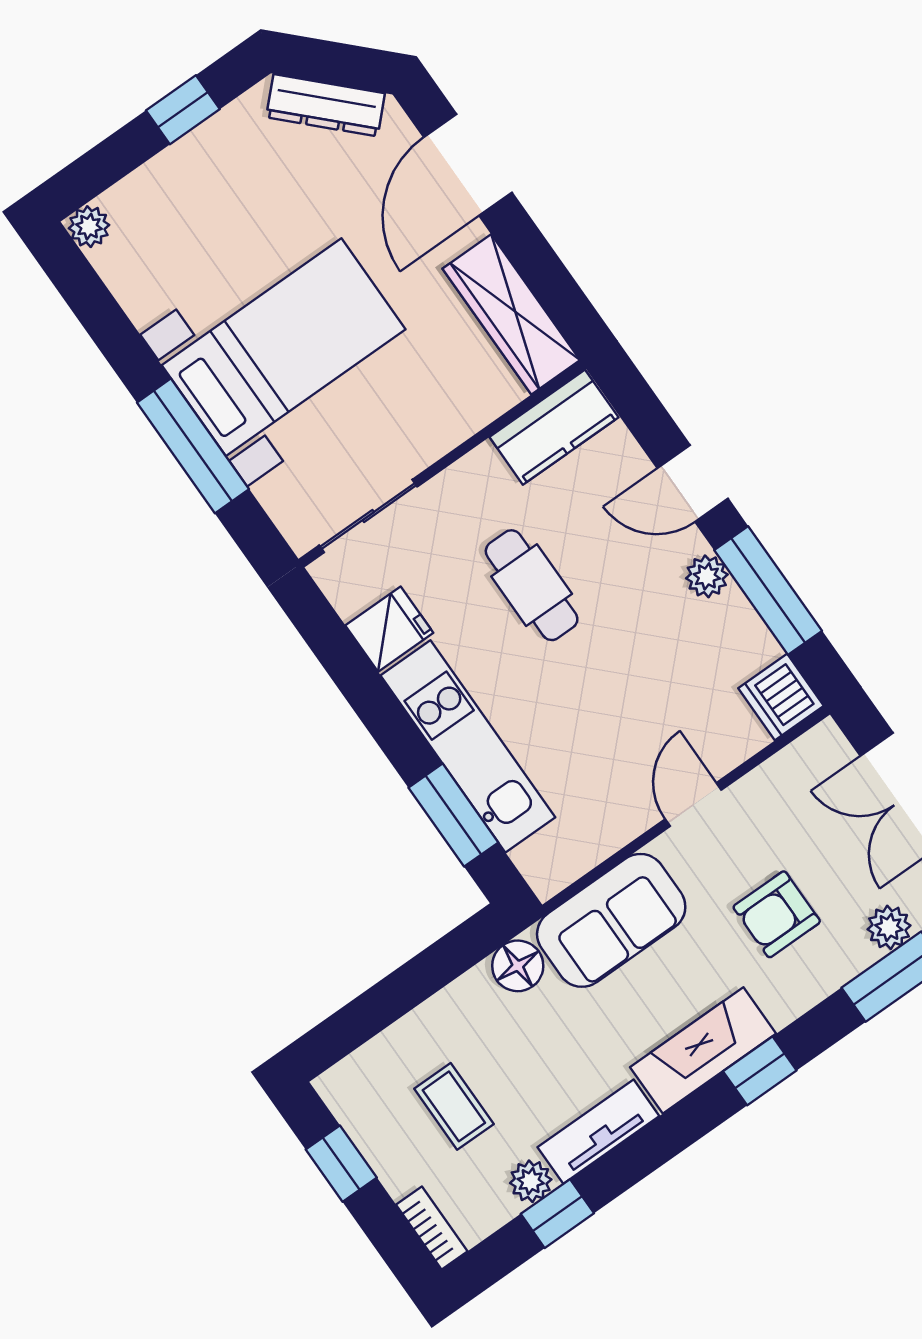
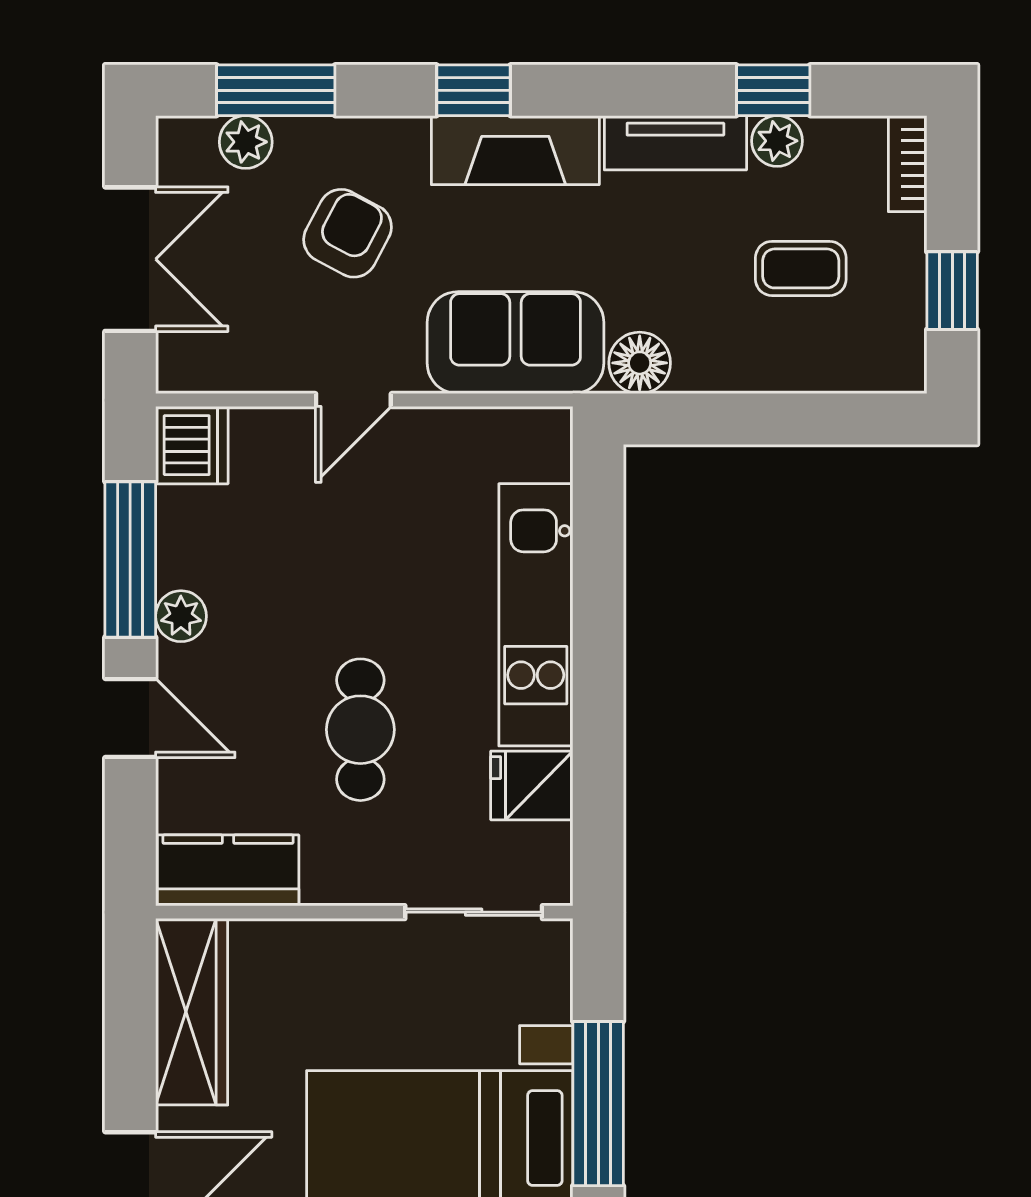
window: (453, 815) -> (598, 557), removed
armchair: (777, 914) -> (348, 233), turned -62
coffee table: (454, 1106) -> (801, 268), turned 90

